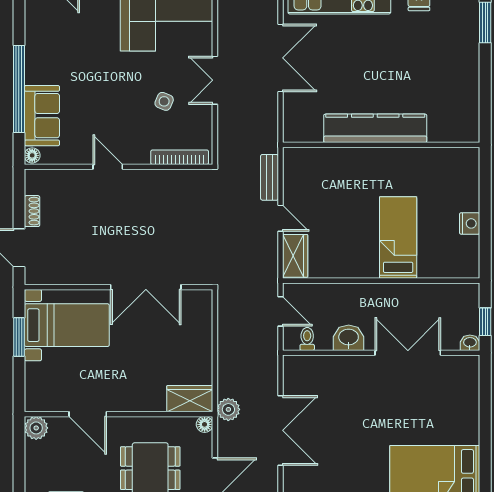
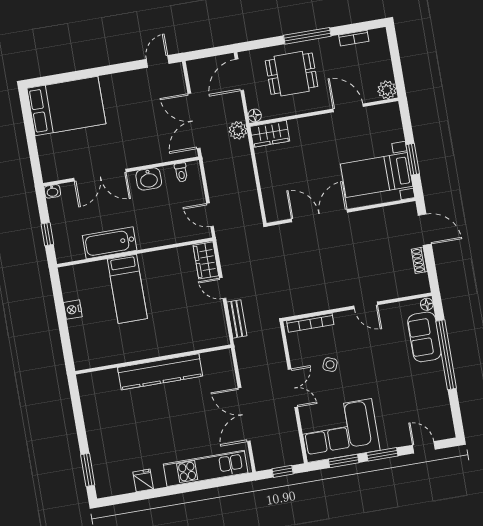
bathtub: (410, 298) -> (110, 243), added
washbasin: (349, 338) -> (149, 179), moved
toilet: (307, 339) -> (181, 172), moved
washbasin: (470, 343) -> (52, 191), moved
wall: (381, 353) -> (121, 172), moved
double door: (408, 353) -> (100, 175), moved

